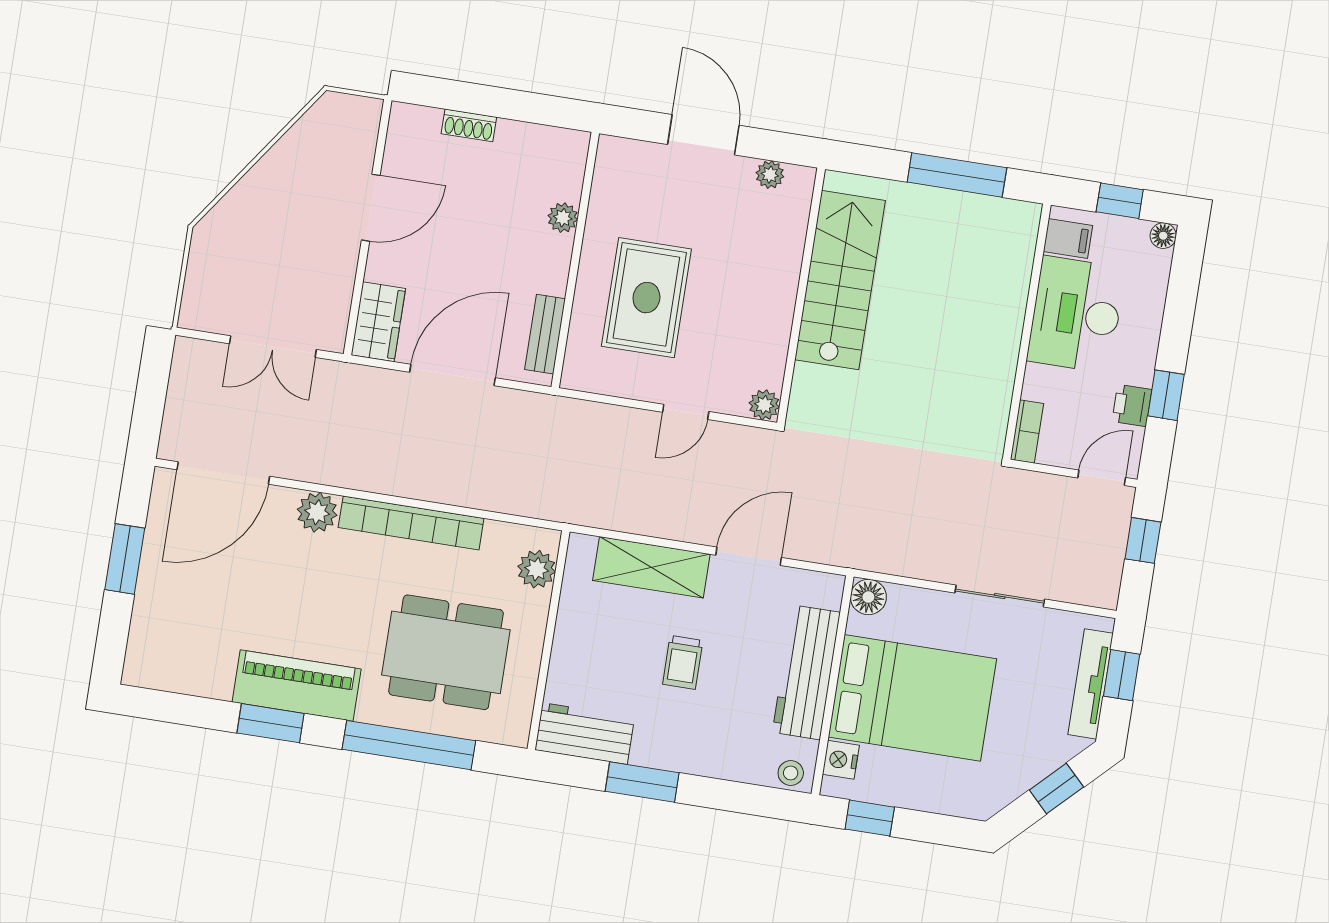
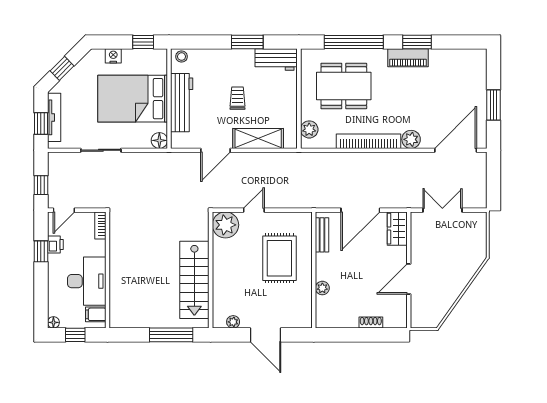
window: (957, 175) -> (171, 335), moved
plant: (764, 405) -> (225, 225), width x1.88, depth x1.88
piano: (297, 685) -> (408, 58), width x0.73, depth x0.75
nightstand: (841, 760) -> (113, 56), moved, turned -90

